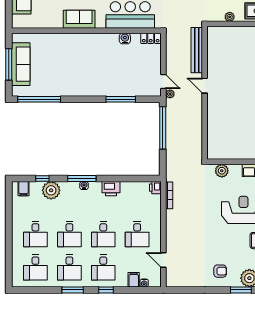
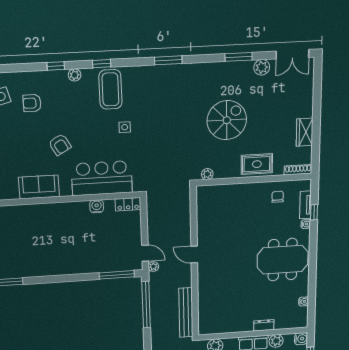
plant: (230, 17) -> (207, 174), moved
bench: (197, 50) -> (186, 313), moved
window: (121, 99) -> (117, 275), moved

